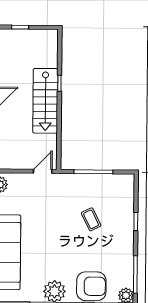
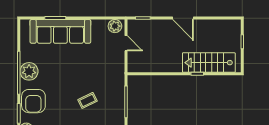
stairs: (45, 101) -> (209, 63), moved
door: (43, 171) -> (126, 43), moved

